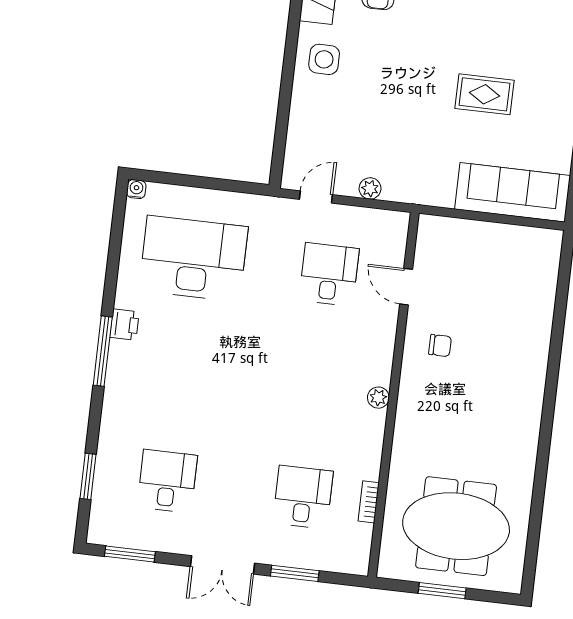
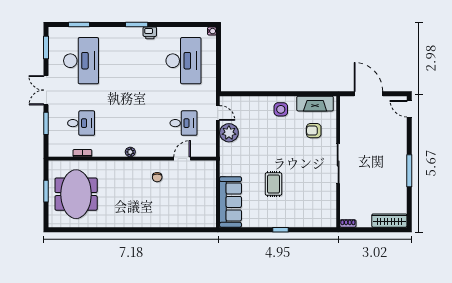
plant: (370, 188) -> (229, 133), width x1.88, depth x1.88
window: (103, 351) -> (137, 24), width x0.69
desk: (167, 481) -> (81, 61), width x1.87, depth x1.30

